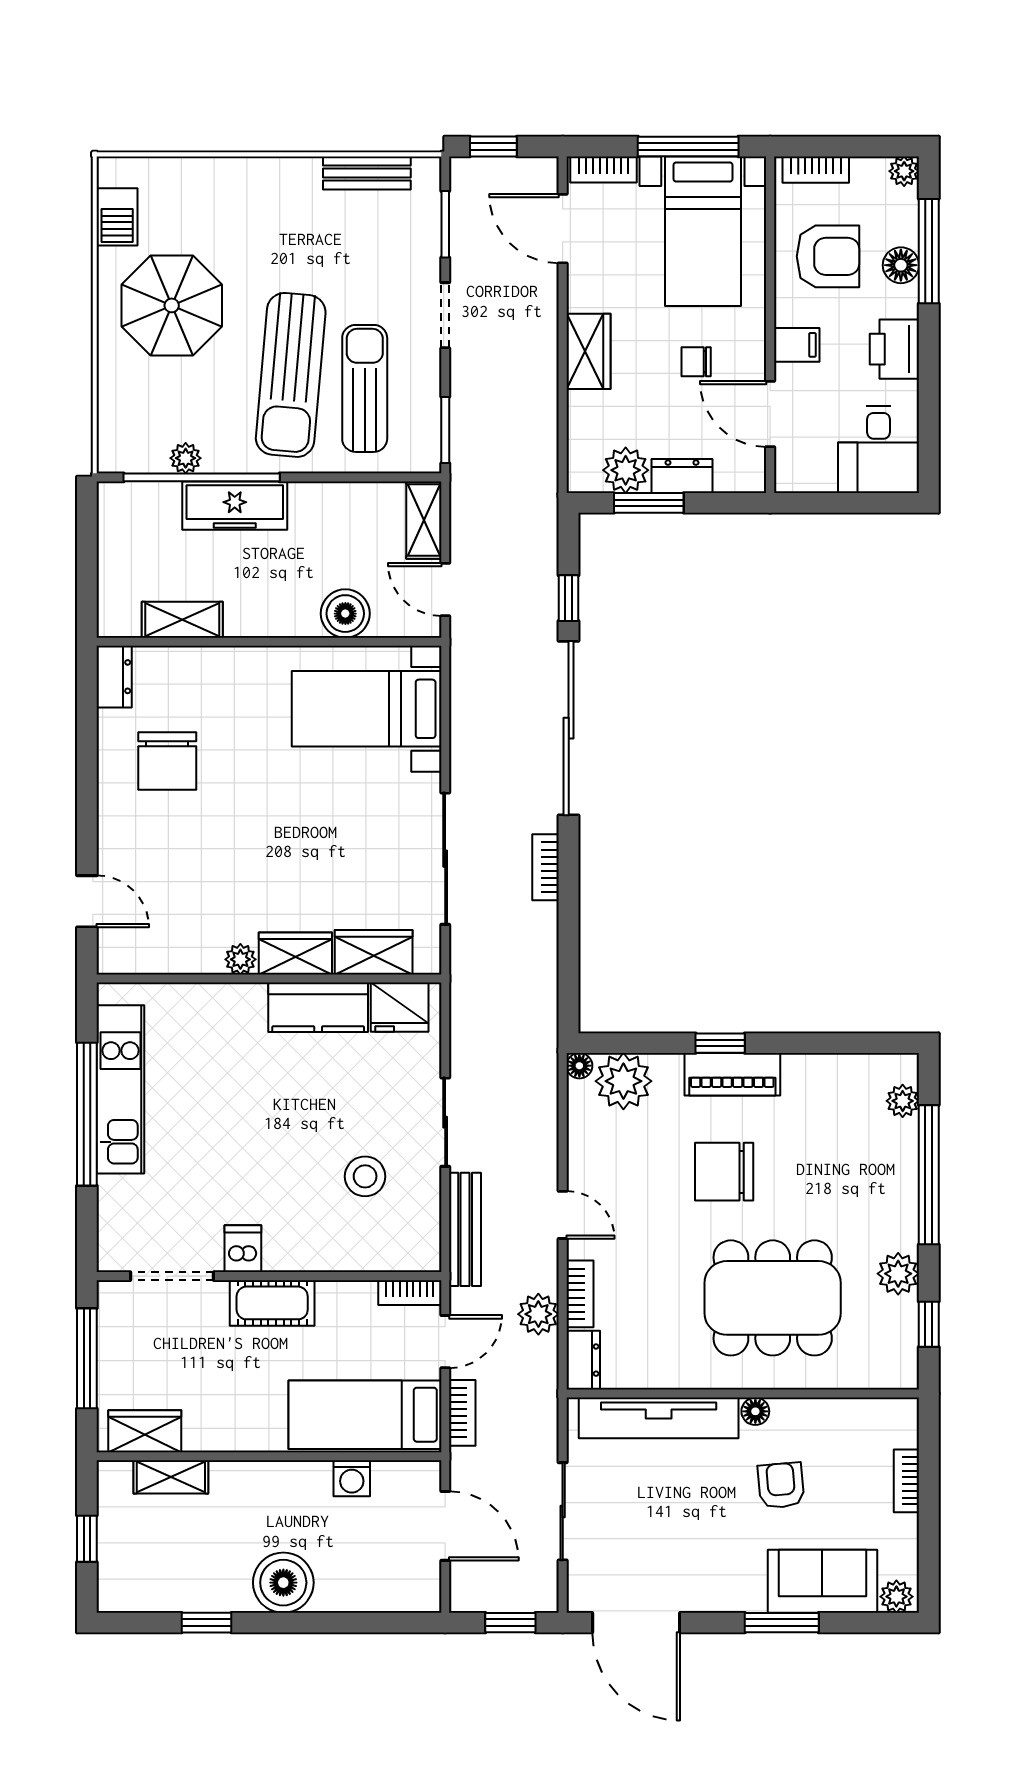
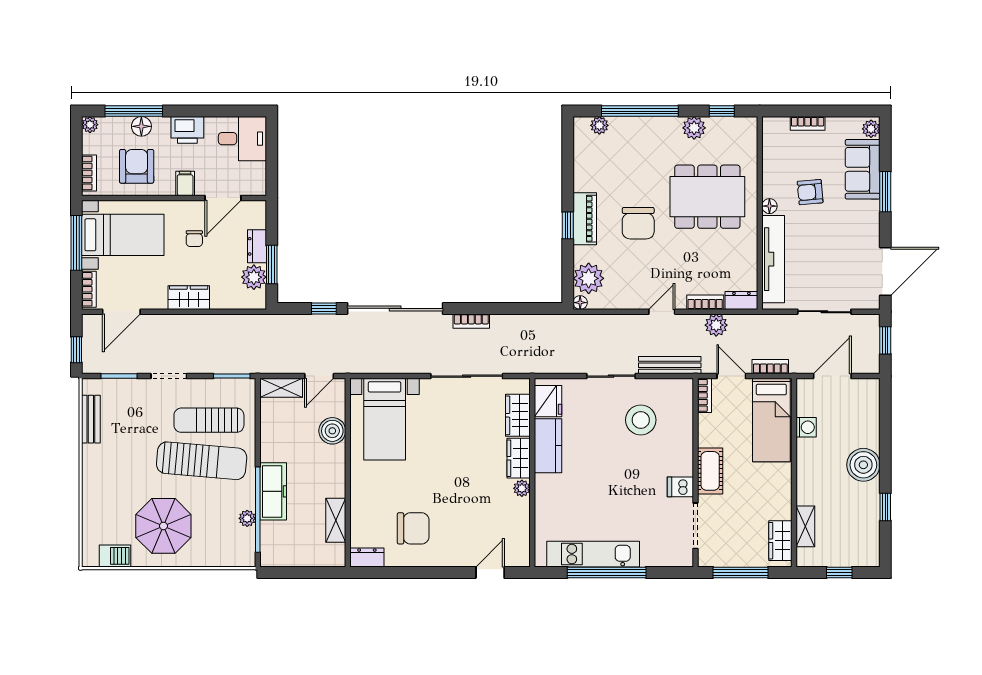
stool: (365, 1176) -> (641, 420), width x1.38, depth x1.38
dining table: (773, 1298) -> (707, 197), turned 90

